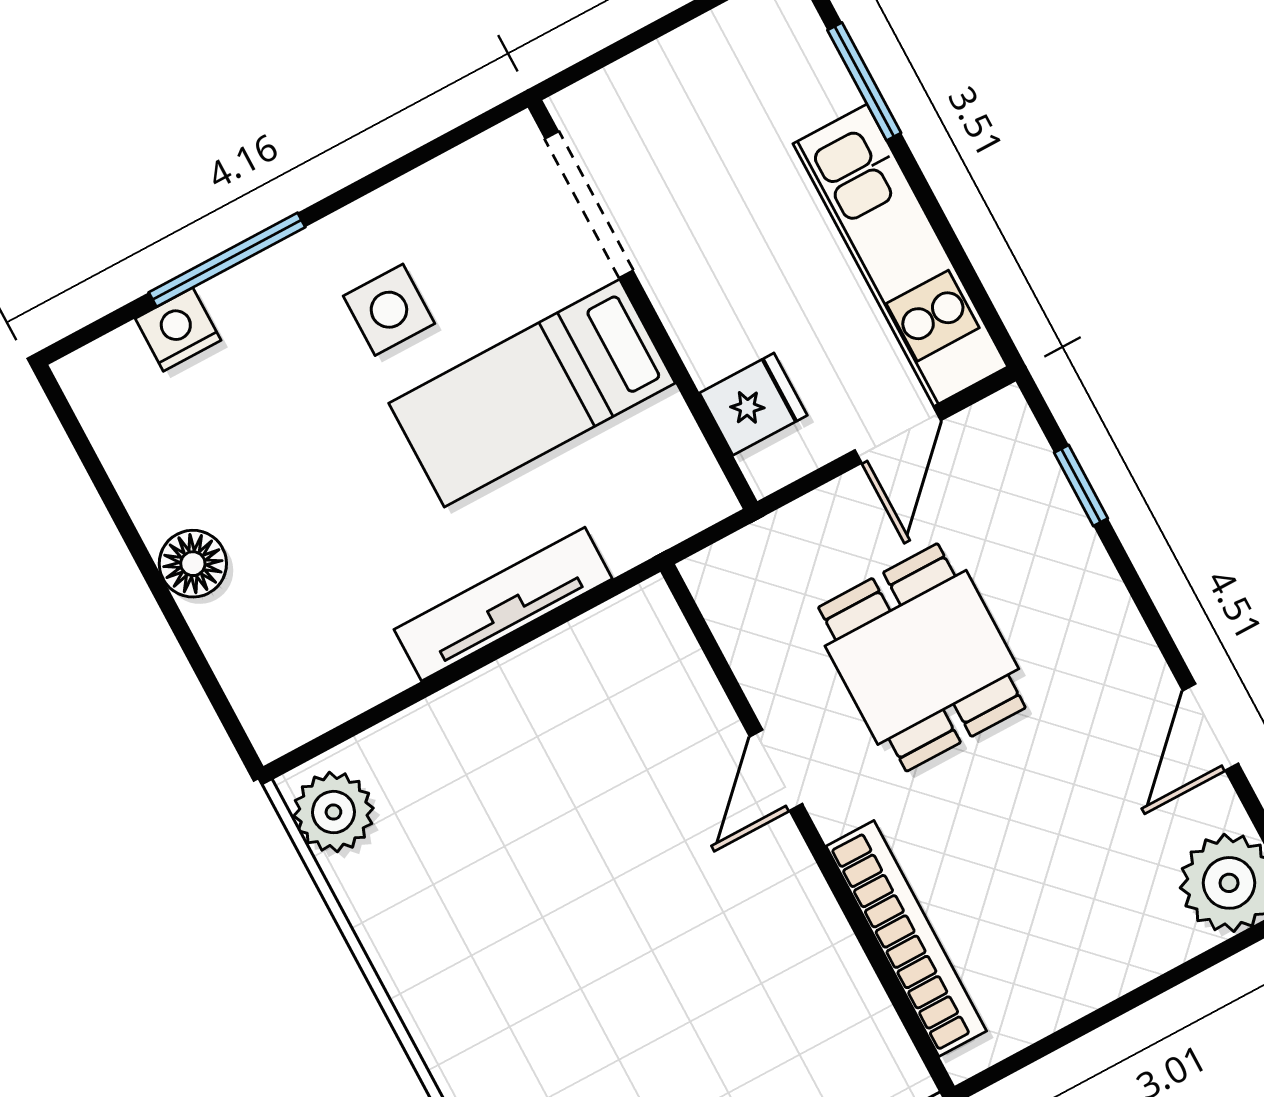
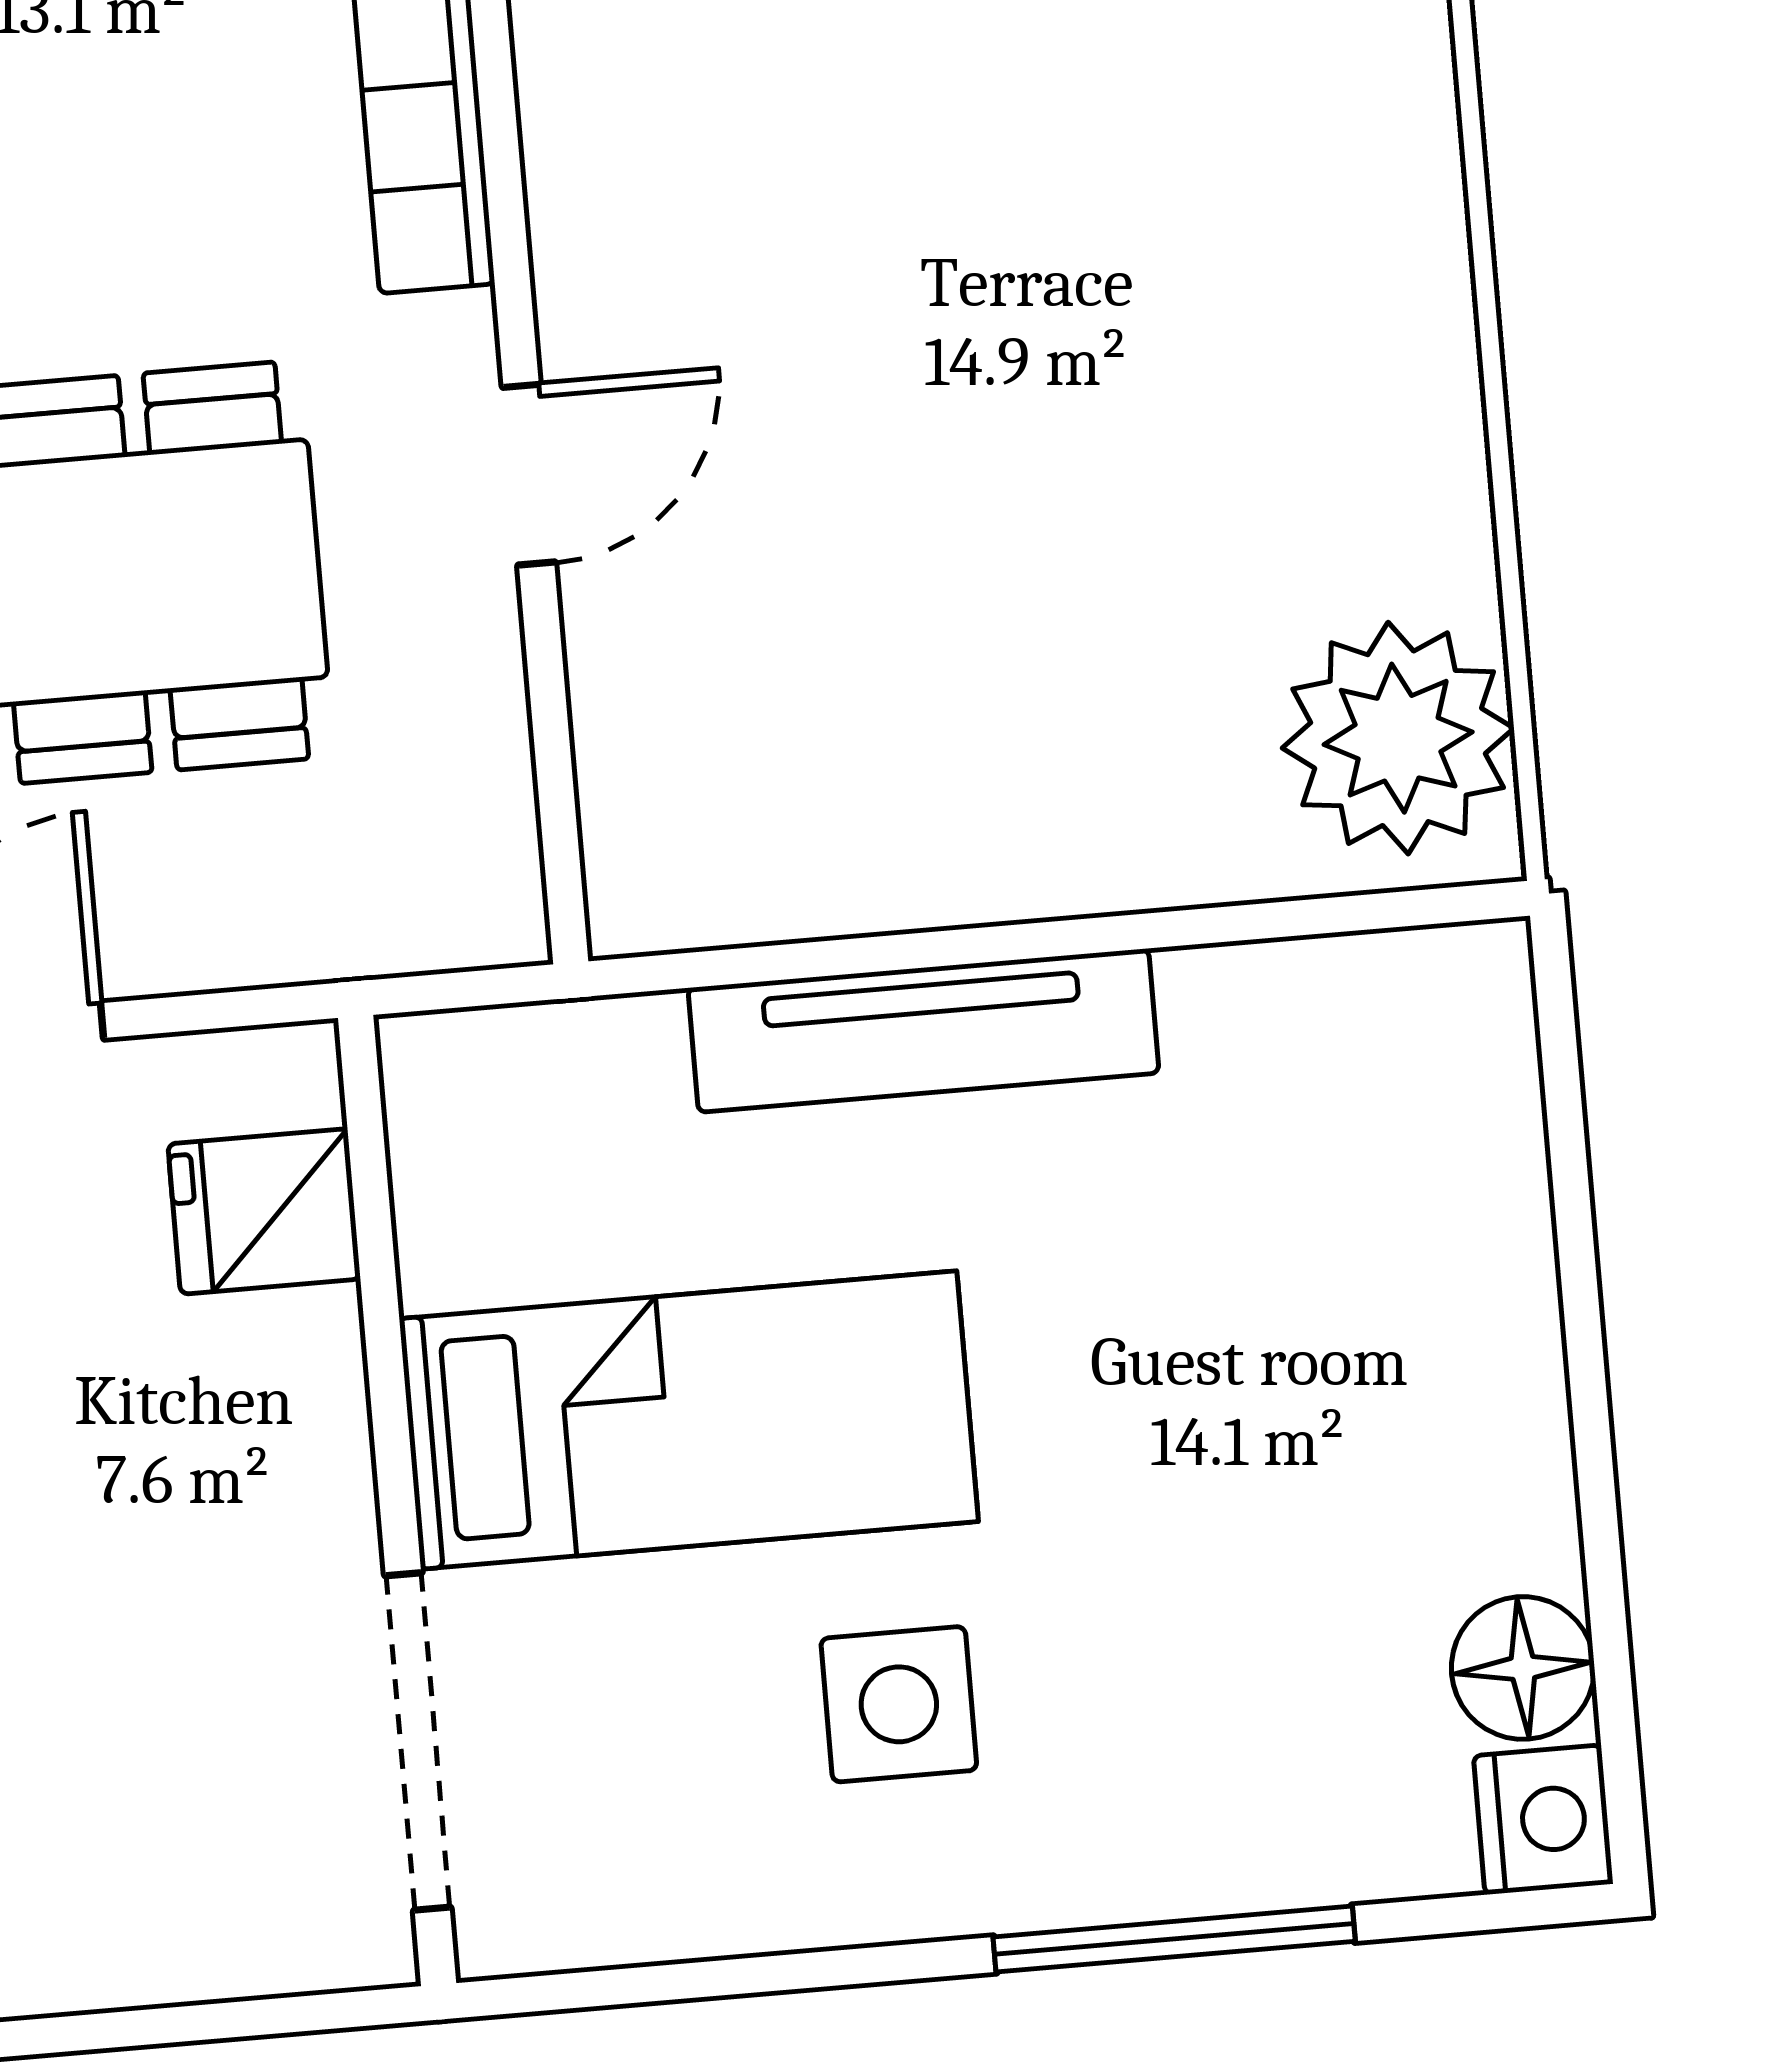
nightstand: (178, 329) -> (1543, 1820), moved, turned -90
floor lamp: (193, 564) -> (1523, 1668), moved
plant: (333, 812) -> (1398, 738), width x1.36, depth x1.36

